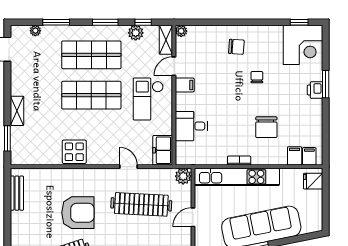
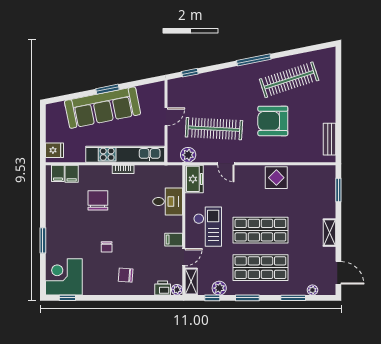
printer: (315, 90) -> (163, 288), moved, turned -90
shelving: (17, 111) -> (330, 233), moved
plant: (183, 176) -> (188, 155), moved

